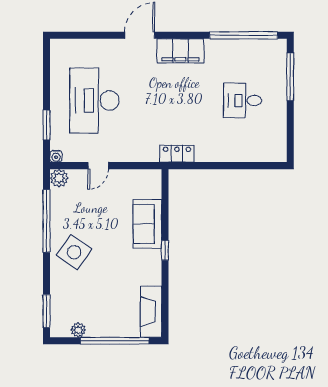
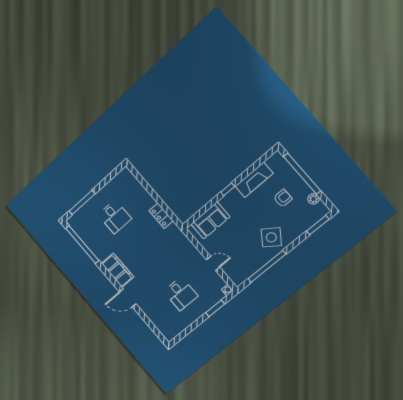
desk: (94, 100) -> (181, 294), width x0.53, depth x0.77
locker: (177, 154) -> (161, 216), moved
plant: (59, 178) -> (238, 279), removed
sofa: (147, 224) -> (210, 221), moved
armchair: (106, 299) -> (283, 198), added
fireplace: (151, 312) -> (254, 180), moved

